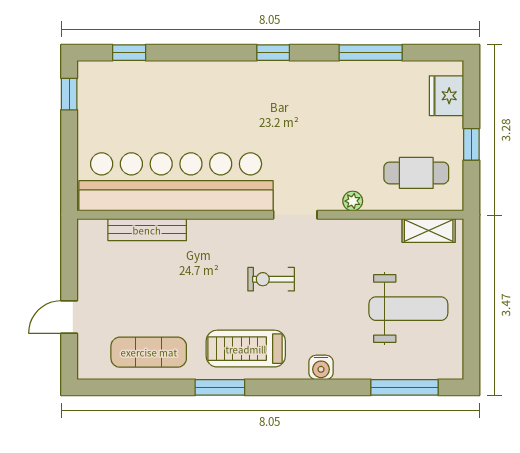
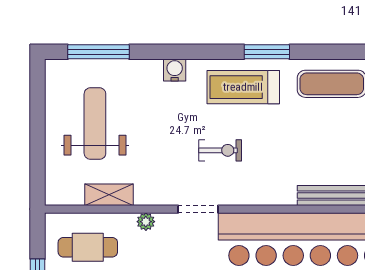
shelving: (429, 231) -> (109, 195), moved
weight bench: (408, 309) -> (95, 124), turned 90
treadmill: (246, 349) -> (243, 87), turned 180

